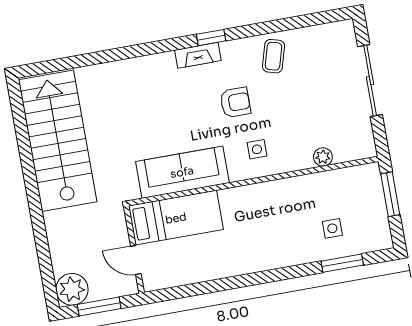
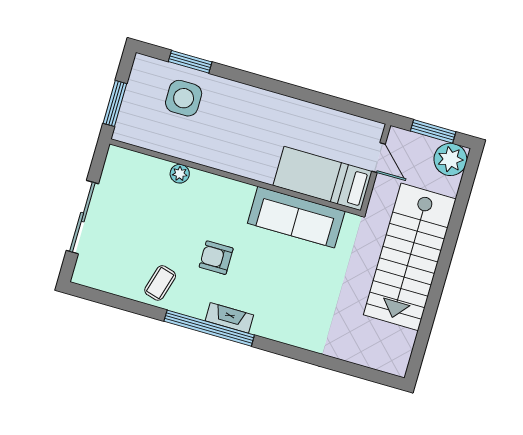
window: (211, 38) -> (209, 328), width x3.17
stairs: (58, 141) -> (410, 257), moved
side table: (257, 149) -> (217, 205), removed
plant: (323, 157) -> (180, 174), moved
side table: (332, 228) -> (184, 98), width x1.87, depth x1.87

